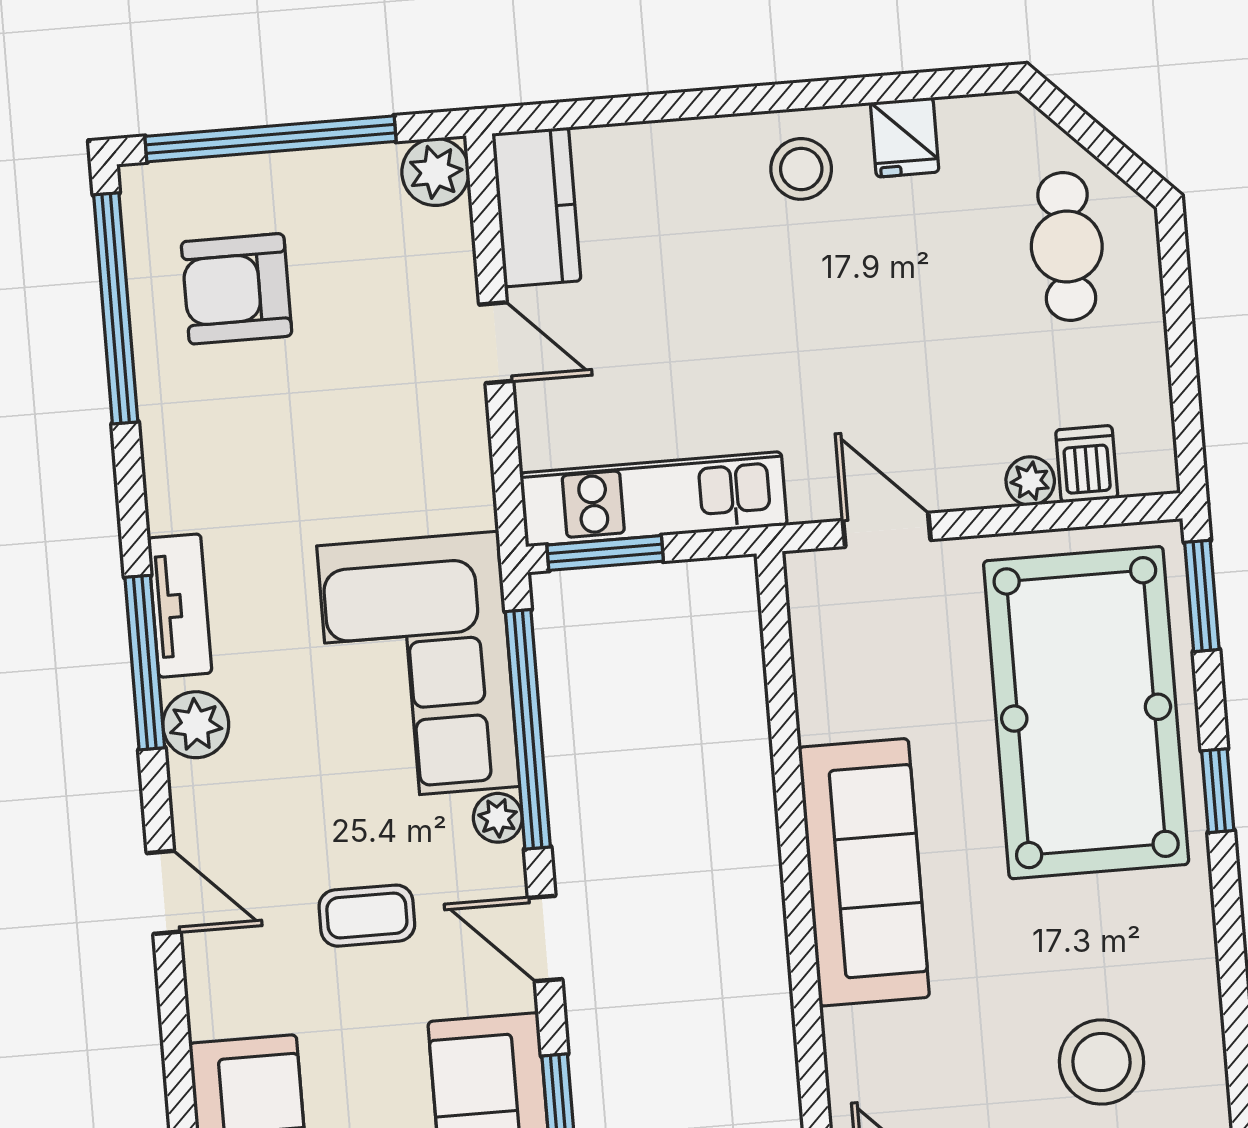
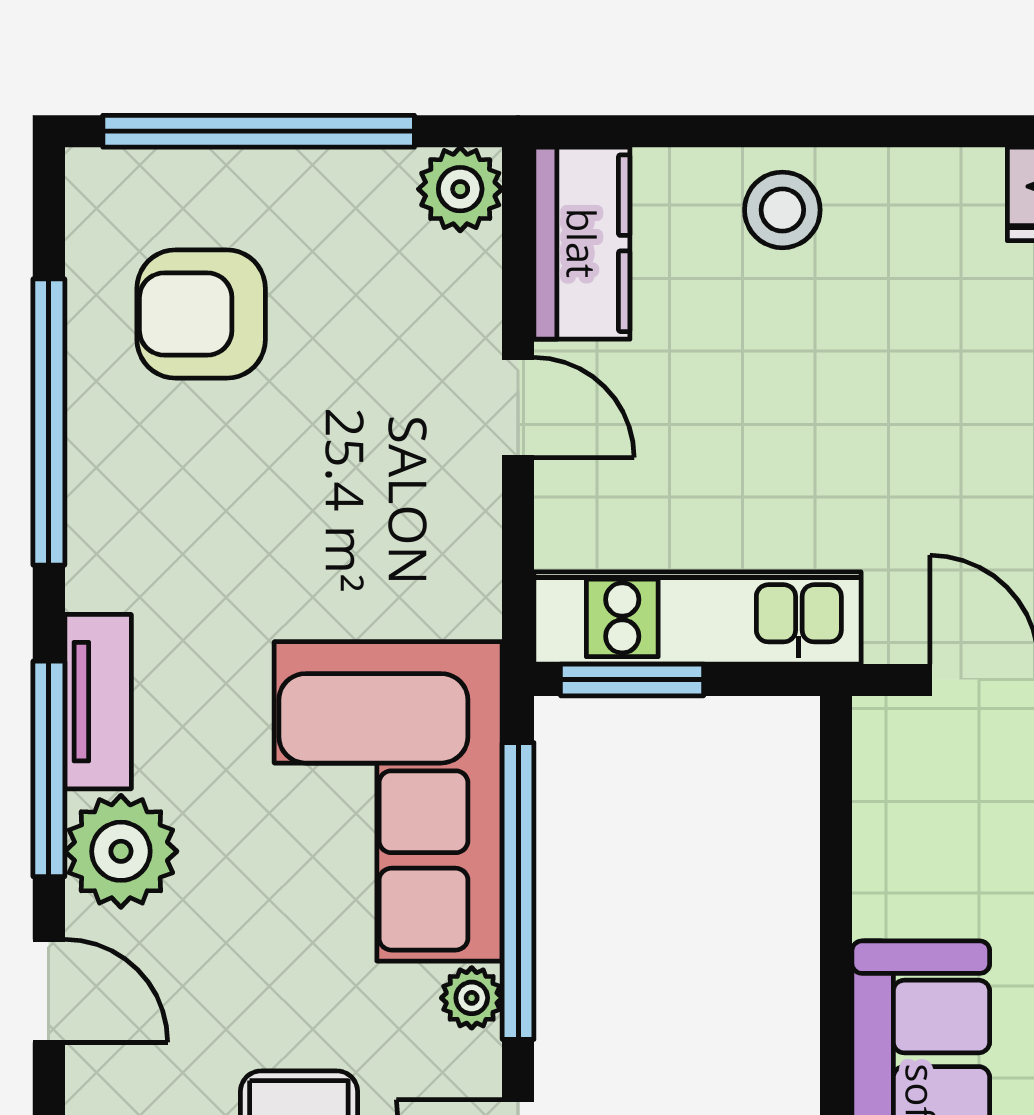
stool: (801, 169) -> (782, 210), moved
window: (116, 308) -> (49, 422), moved
plant: (196, 725) -> (121, 851), width x1.36, depth x1.36
door: (164, 892) -> (49, 991), moved

